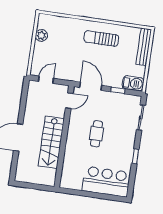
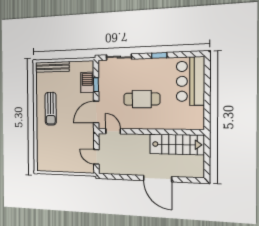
plant: (41, 35) -> (56, 166), removed
barbecue: (133, 83) -> (87, 82), moved
cafe table: (97, 134) -> (142, 99), width x1.37, depth x1.35
stairs: (51, 142) -> (177, 144), moved

